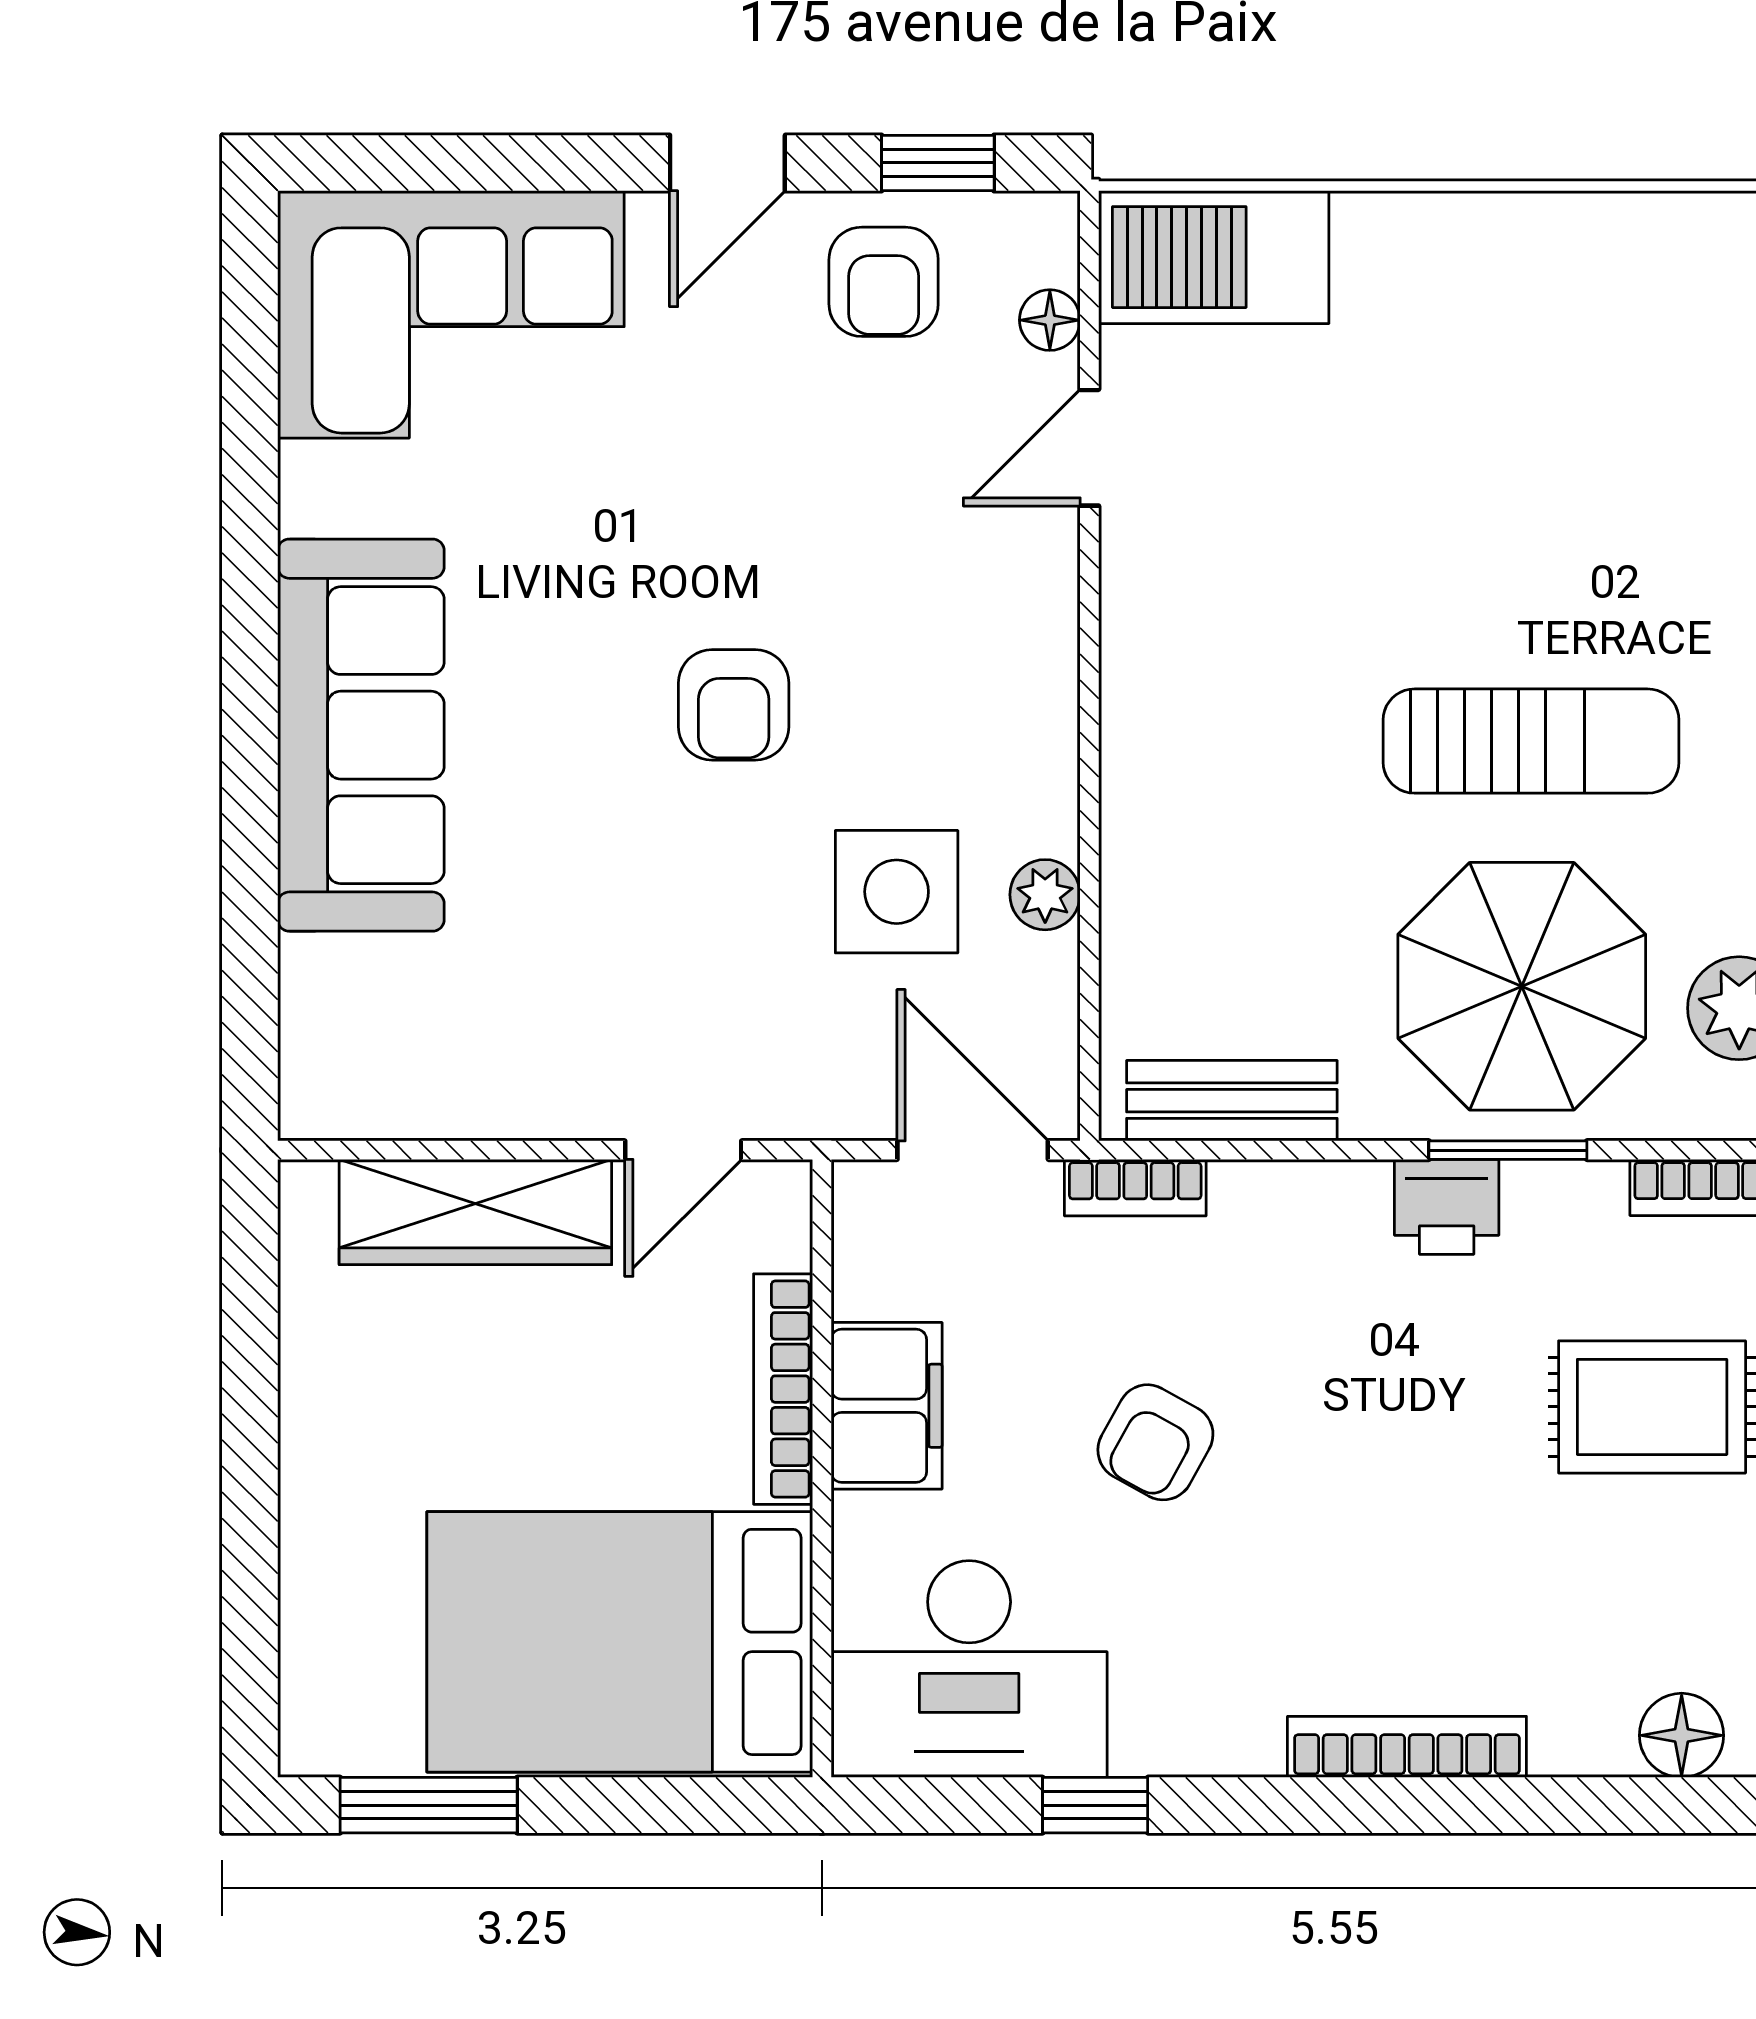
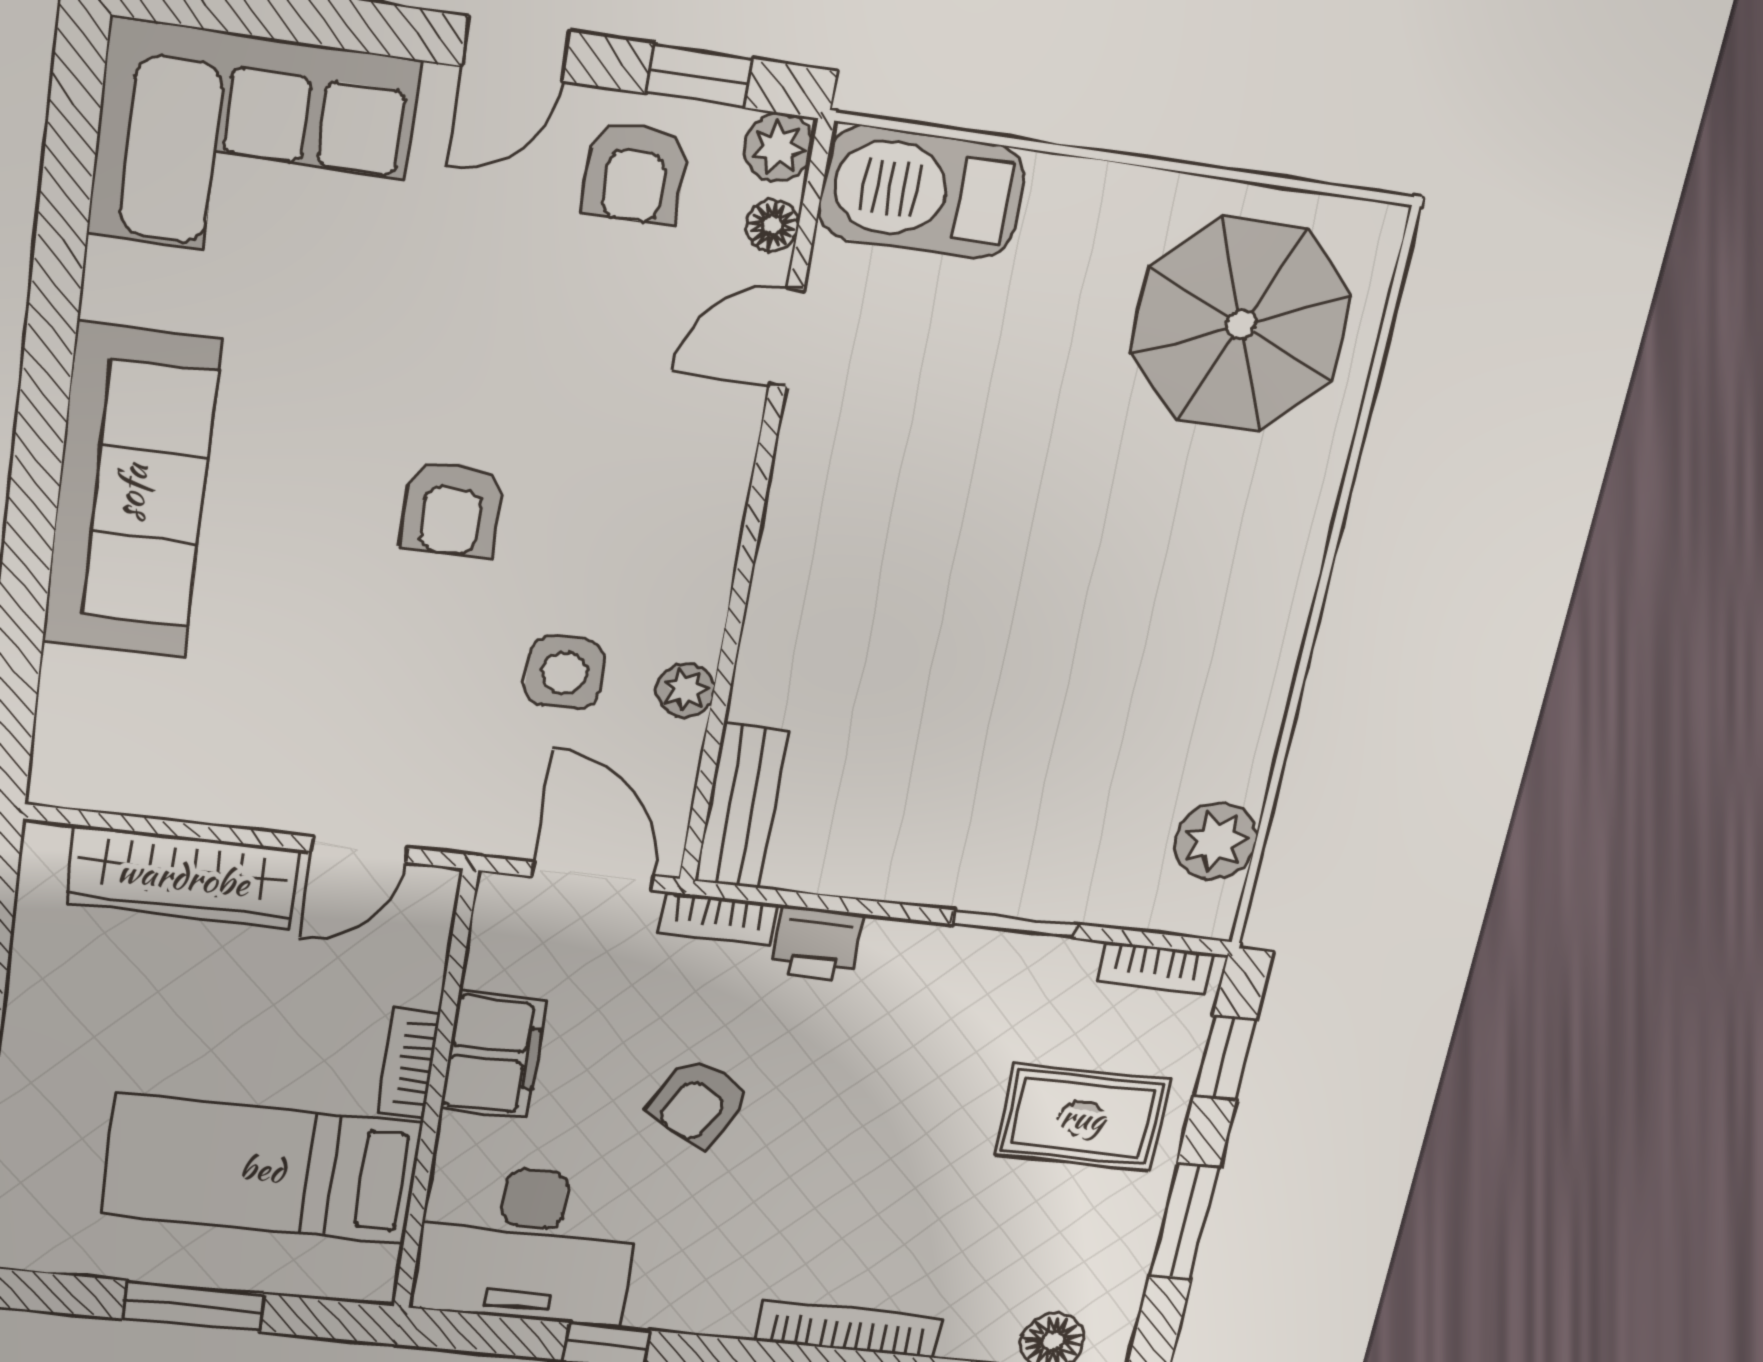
plant: (1041, 230) -> (778, 147), added
sun lounger: (1531, 741) -> (1100, 620), removed
side table: (897, 892) -> (564, 673), width x0.73, depth x0.73
parasol: (1522, 986) -> (1241, 324), moved
bench: (1232, 1101) -> (741, 806), moved, turned 90
printer: (1447, 1207) -> (817, 944), moved
bookcase: (783, 1389) -> (409, 1063), width x0.64
bed: (620, 1642) -> (262, 1169), width x0.67
window: (429, 1805) -> (193, 1306), moved

